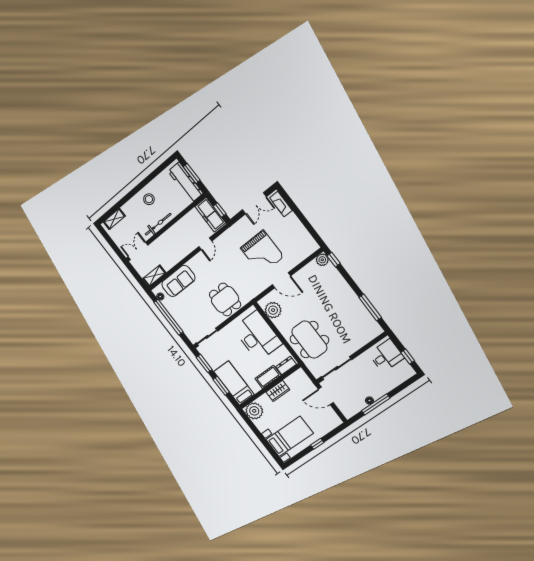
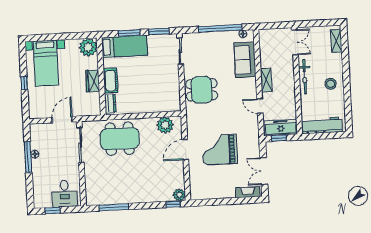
window: (192, 173) -> (325, 136), removed
shelving: (154, 276) -> (266, 80), moved
desk: (257, 336) -> (152, 96), removed

